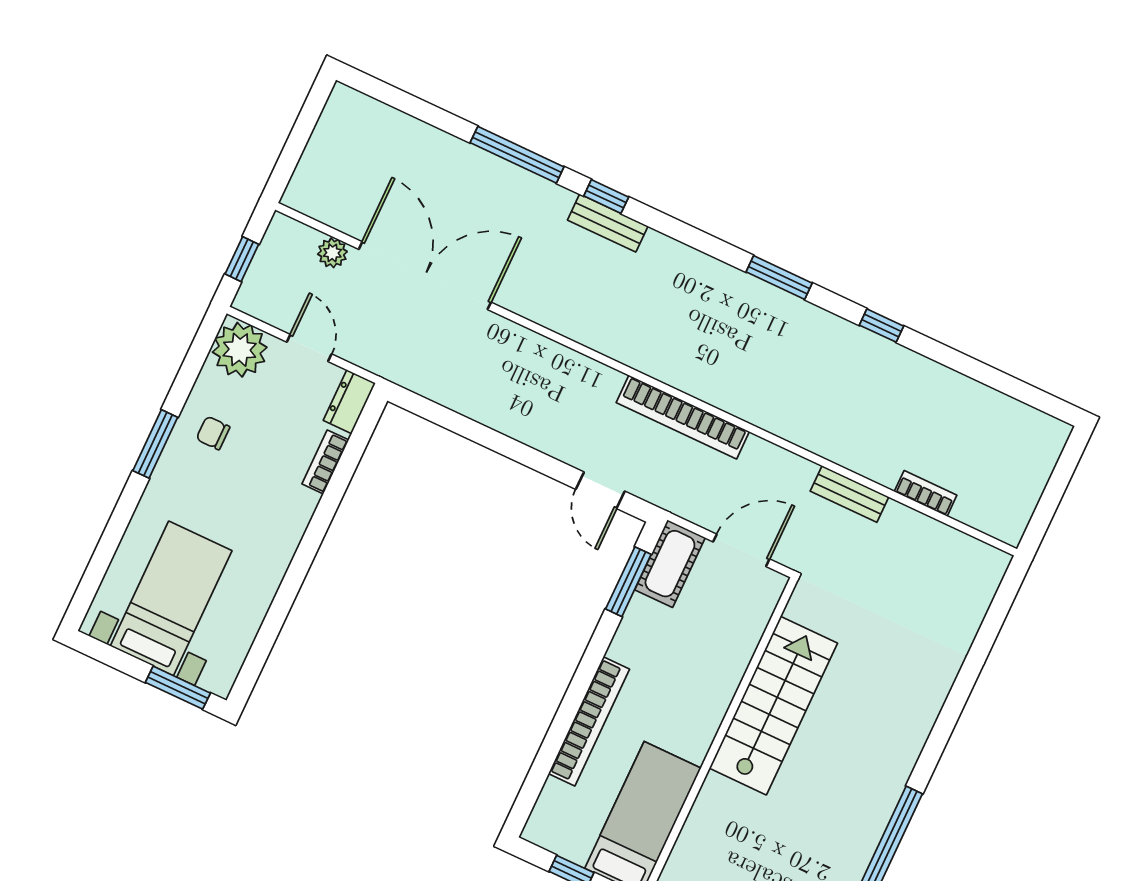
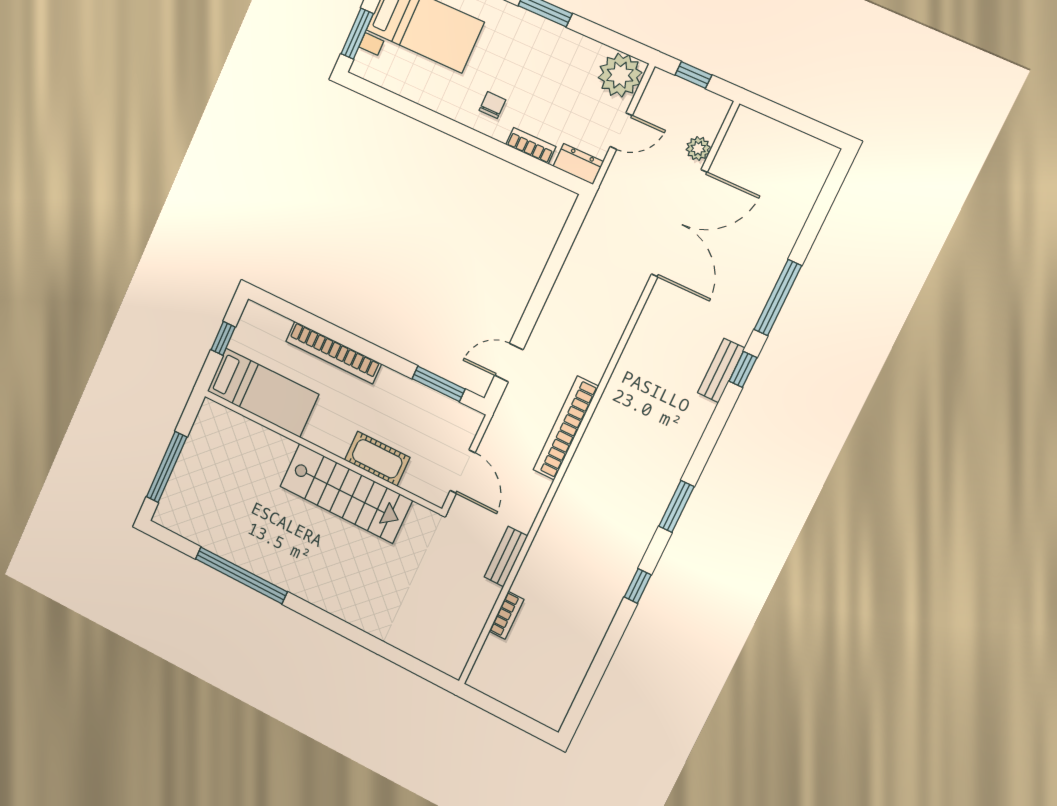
chair: (213, 433) -> (492, 105), moved
cot: (670, 564) -> (377, 459), moved

